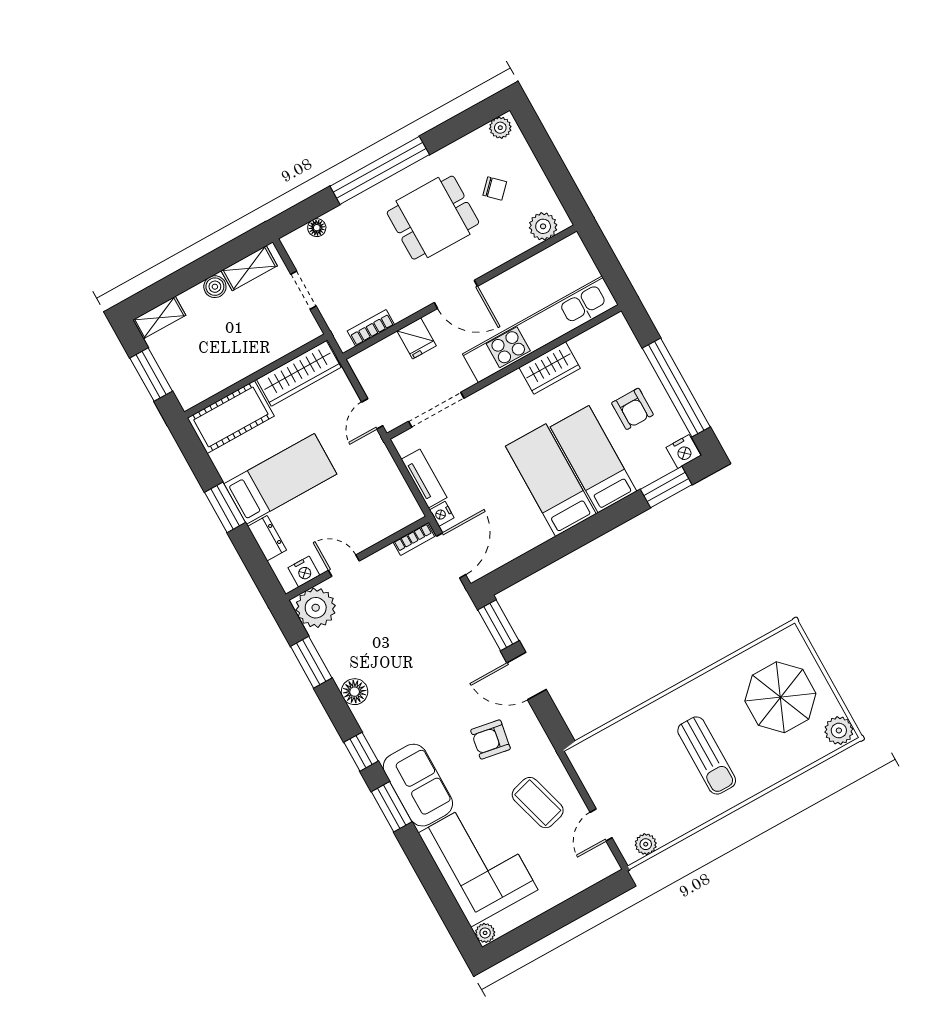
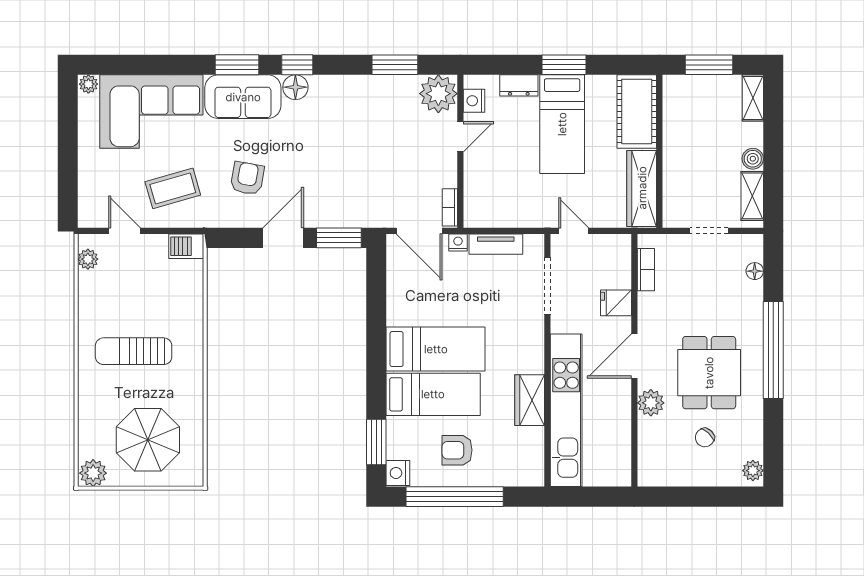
plant: (543, 226) -> (651, 403), moved
floor lamp: (355, 692) -> (295, 87), moved
barbecue: (584, 761) -> (186, 246), added

